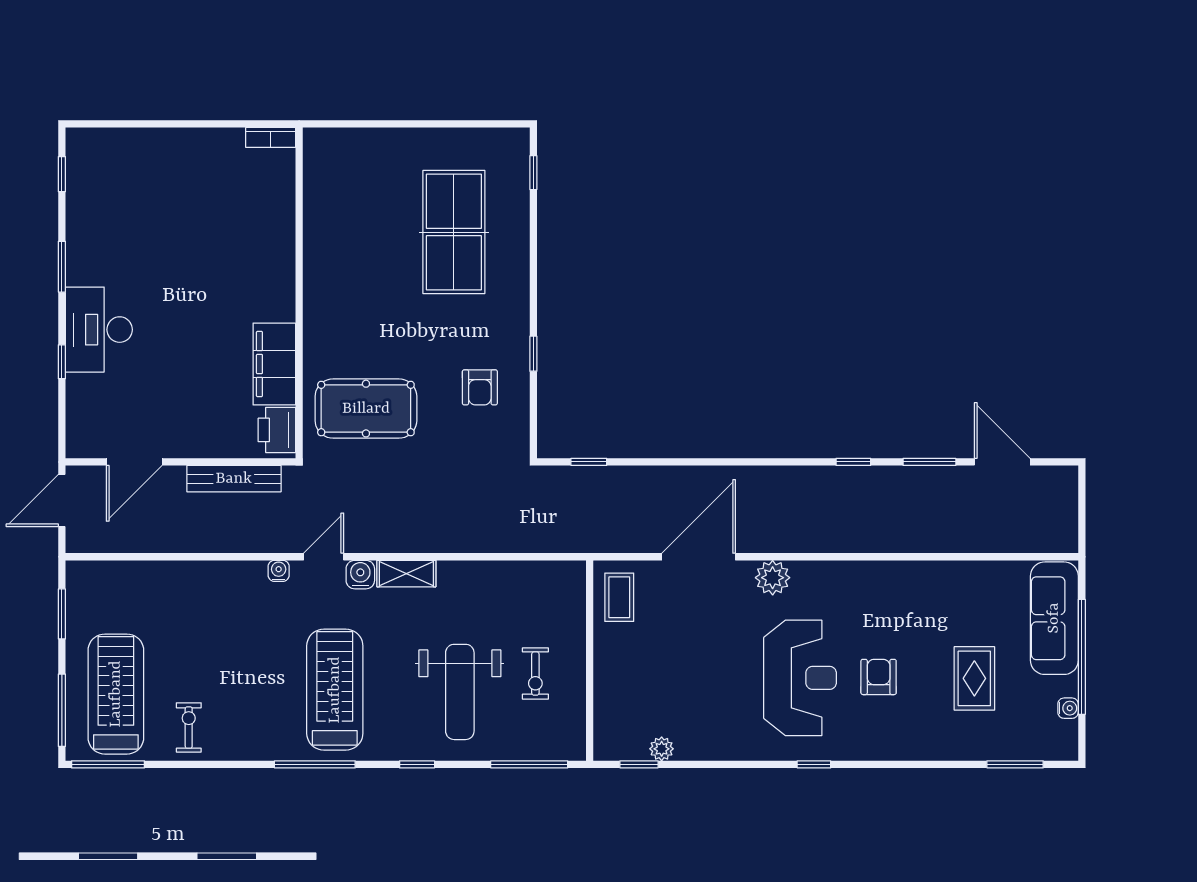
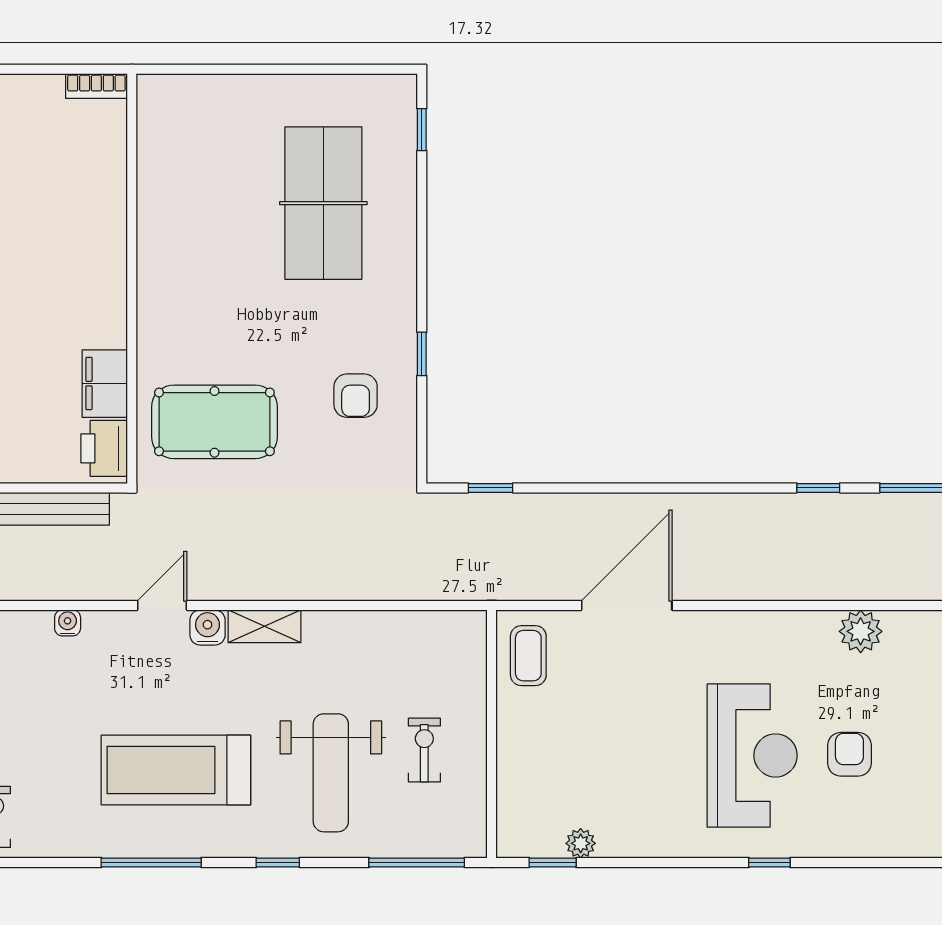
filing cabinet: (274, 364) -> (105, 384), width x0.67, depth x0.86
water cooler: (279, 571) -> (68, 623), moved
plant: (773, 578) -> (861, 631), moved
exercise bike: (535, 674) -> (424, 750), turned 180
treadmill: (335, 690) -> (176, 770), turned -90

